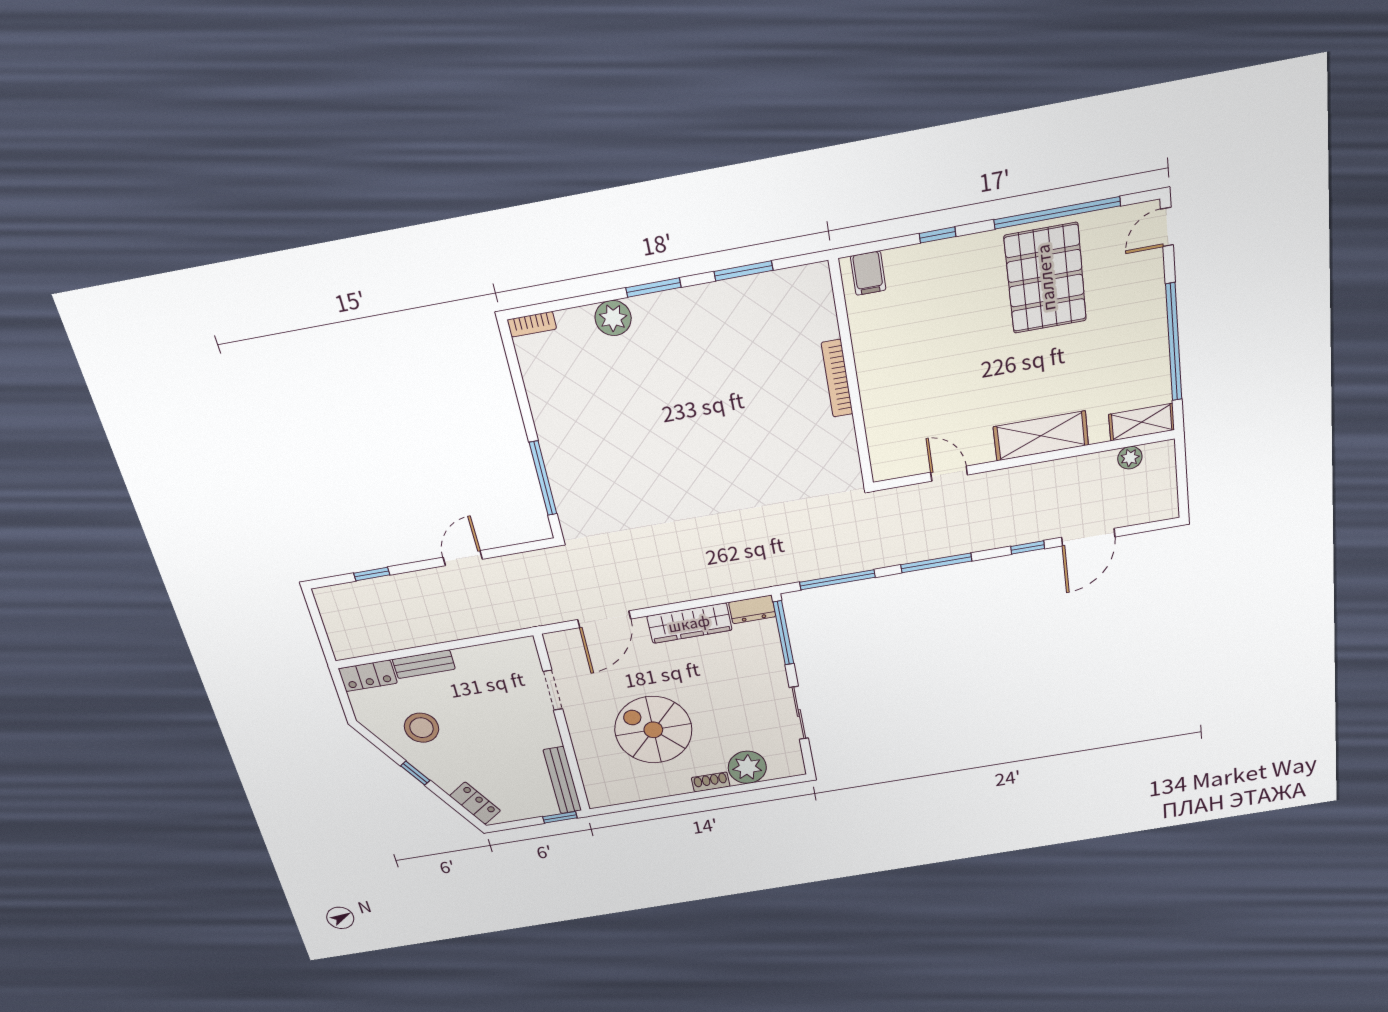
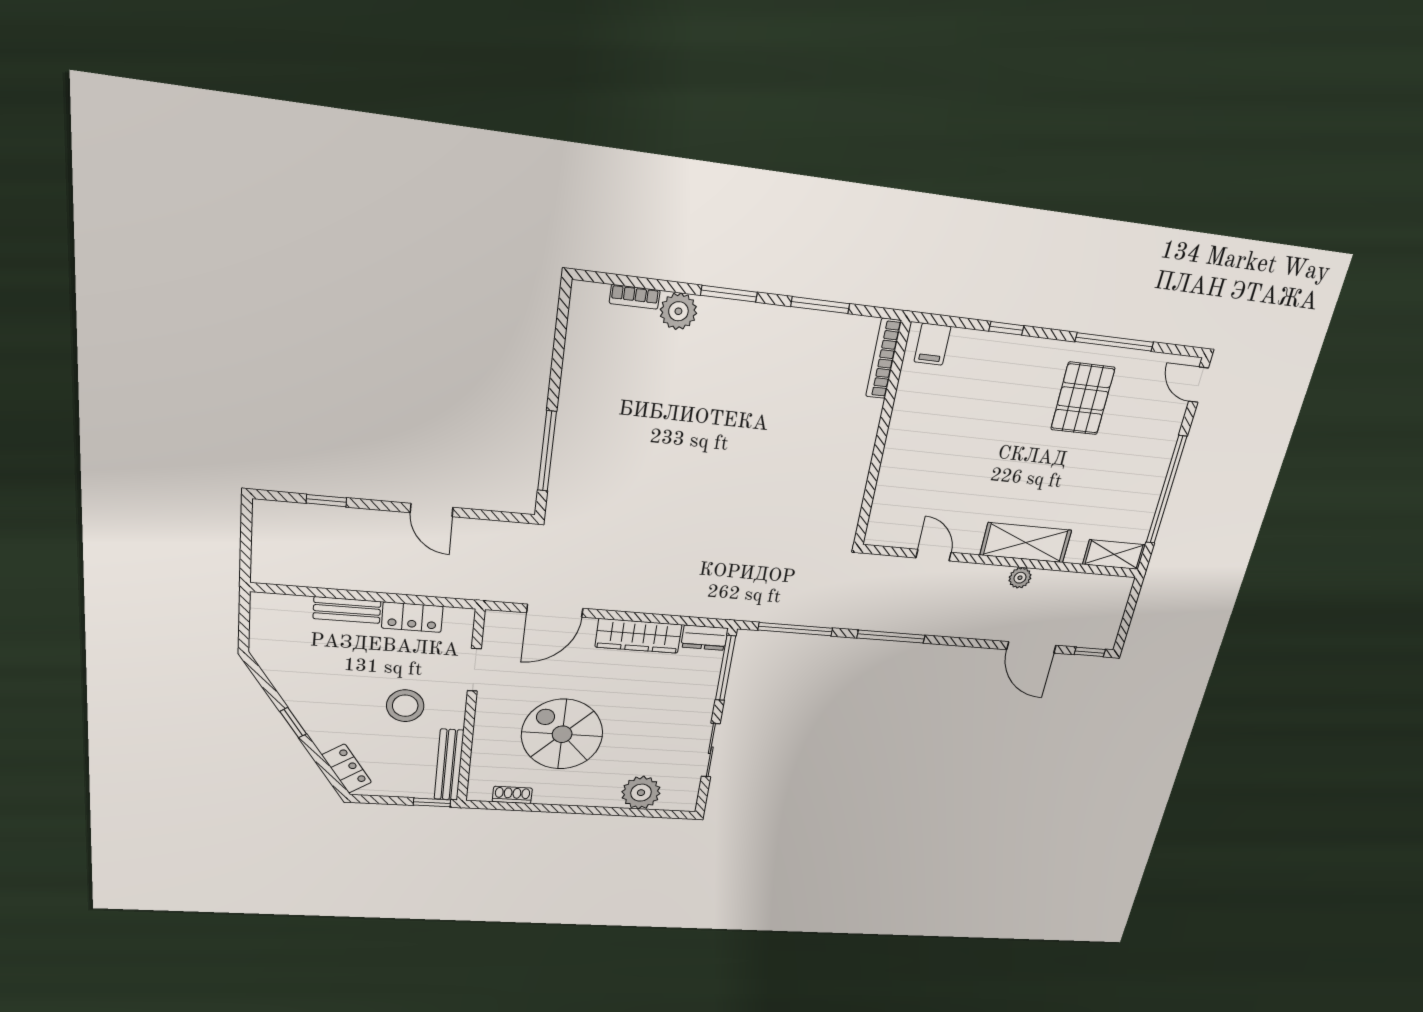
window: (1057, 213) -> (1114, 342), width x0.68
door: (1167, 227) -> (1198, 385), hinge flipped
pallet: (1045, 278) -> (1083, 399), width x0.73, depth x0.71
bookcase: (532, 324) -> (635, 297), moved
bookcase: (837, 378) -> (884, 359), moved
plant: (1130, 458) -> (1020, 578), moved
door: (1088, 537) -> (1031, 647), hinge flipped
window: (1028, 547) -> (1090, 652), moved
door: (463, 558) -> (432, 510), swing flipped
locker: (368, 676) -> (412, 617), moved
stool: (422, 728) -> (405, 706), moved
shoe rack: (711, 782) -> (512, 795), moved

